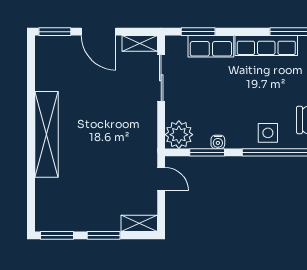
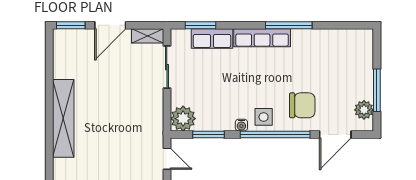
door: (98, 32) -> (110, 25), hinge flipped
water cooler: (218, 142) -> (241, 125), moved

